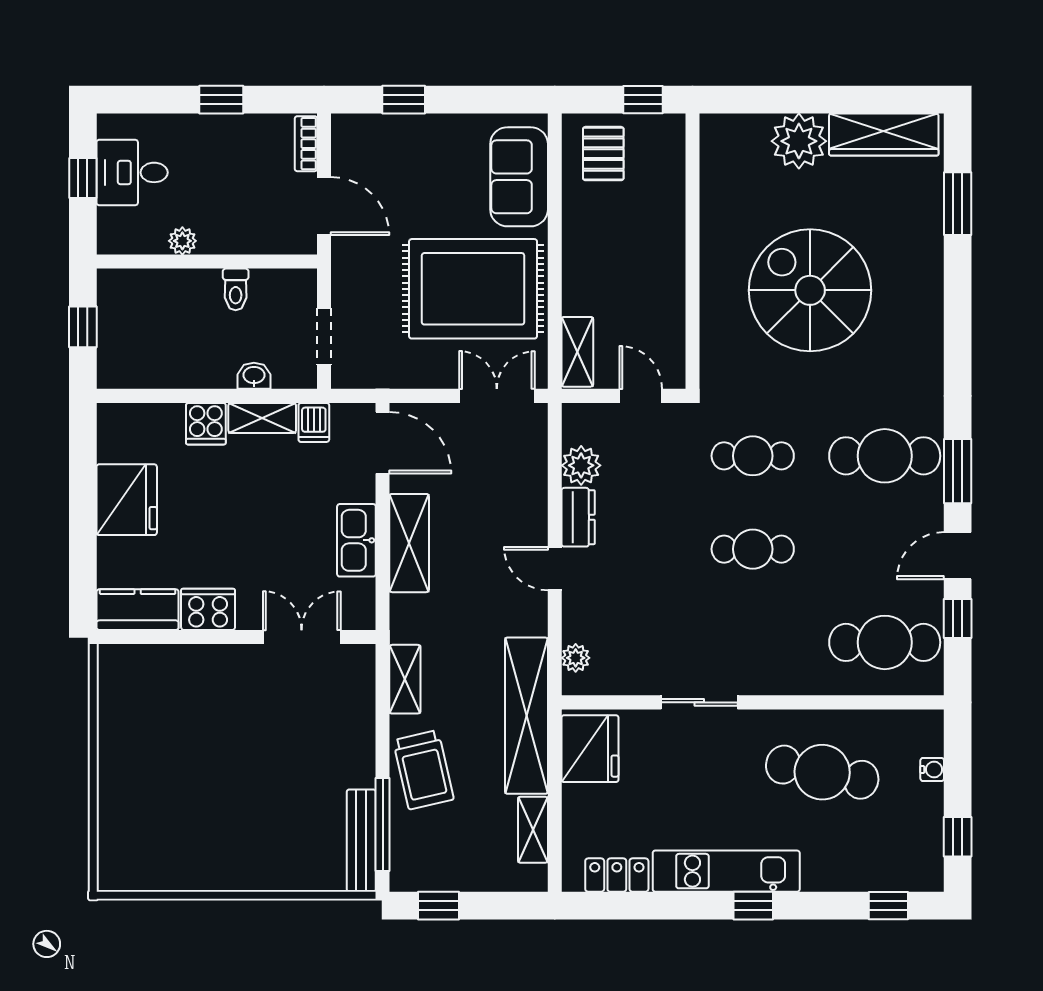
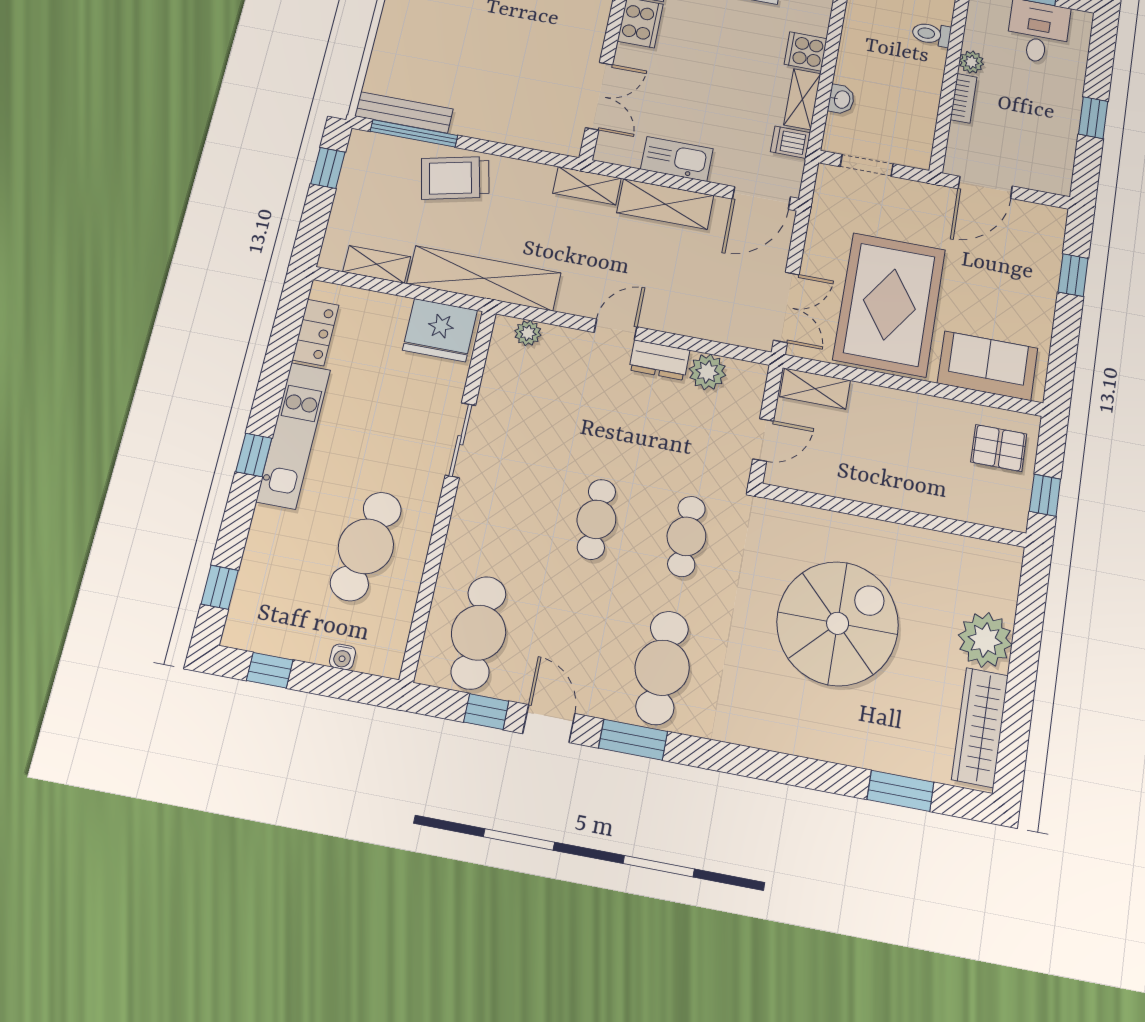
bookcase: (306, 144) -> (964, 98), moved, turned 90
toilet: (236, 289) -> (931, 34), moved
shelving: (405, 679) -> (587, 186), moved

